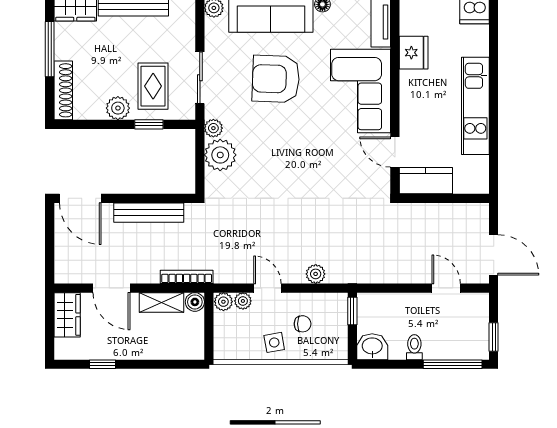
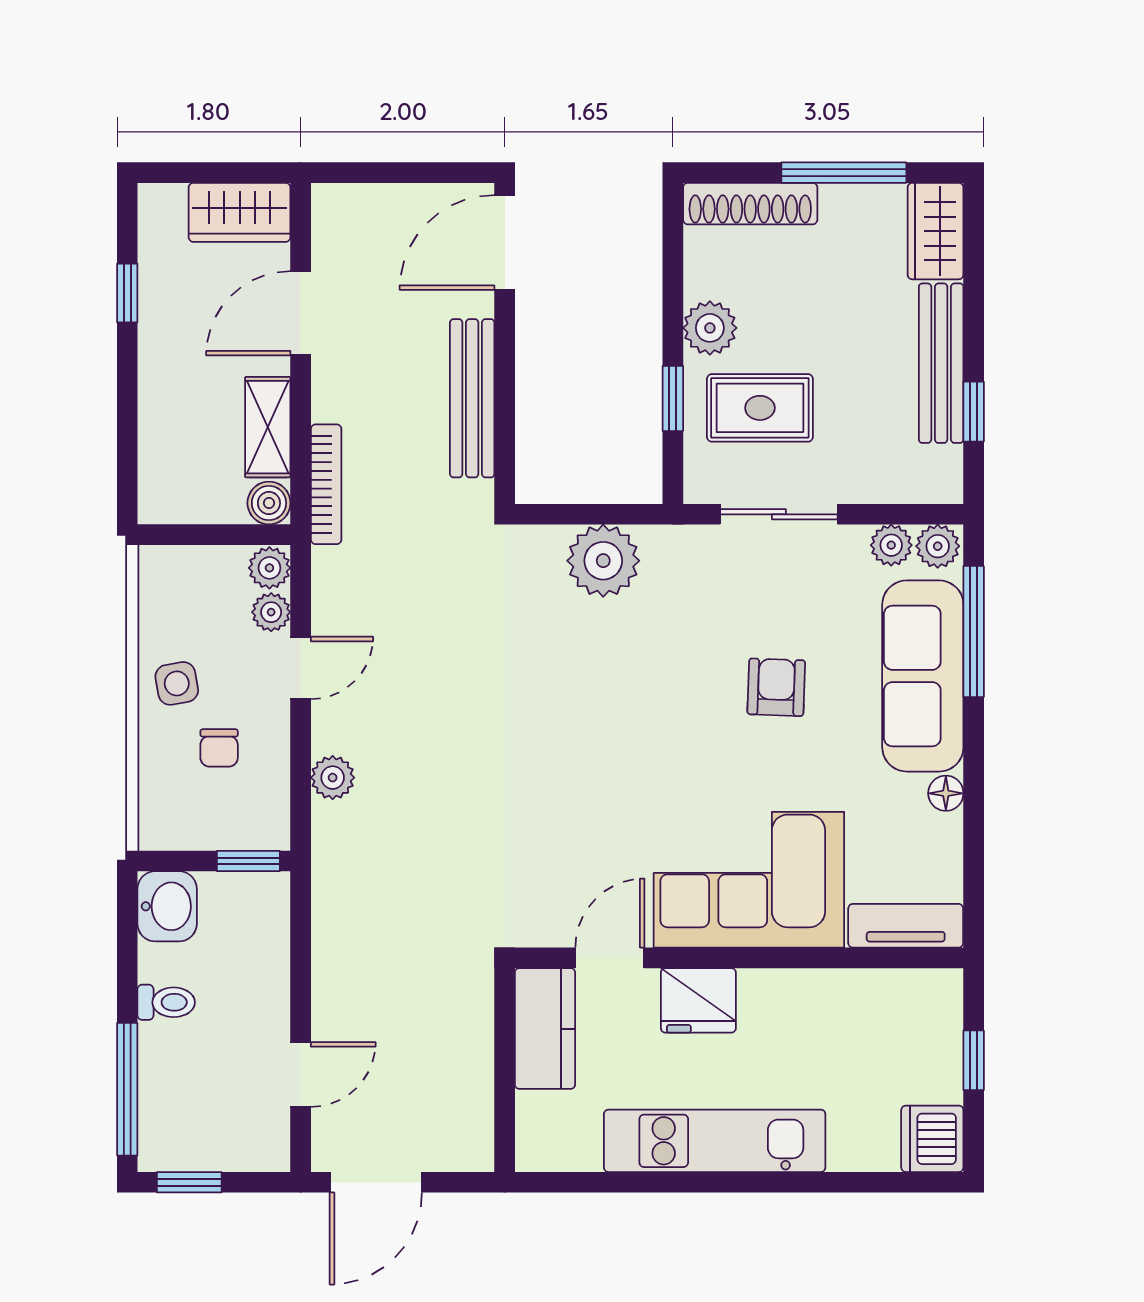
fridge: (414, 53) -> (698, 1000), moved
armchair: (276, 79) -> (776, 687), width x0.53, depth x0.53
plant: (213, 128) -> (891, 545), moved

